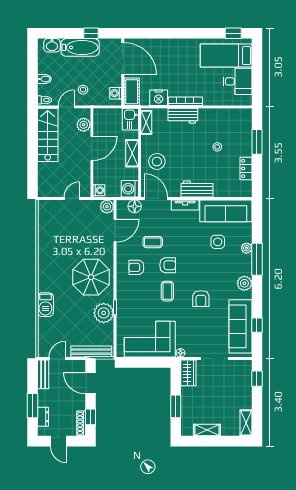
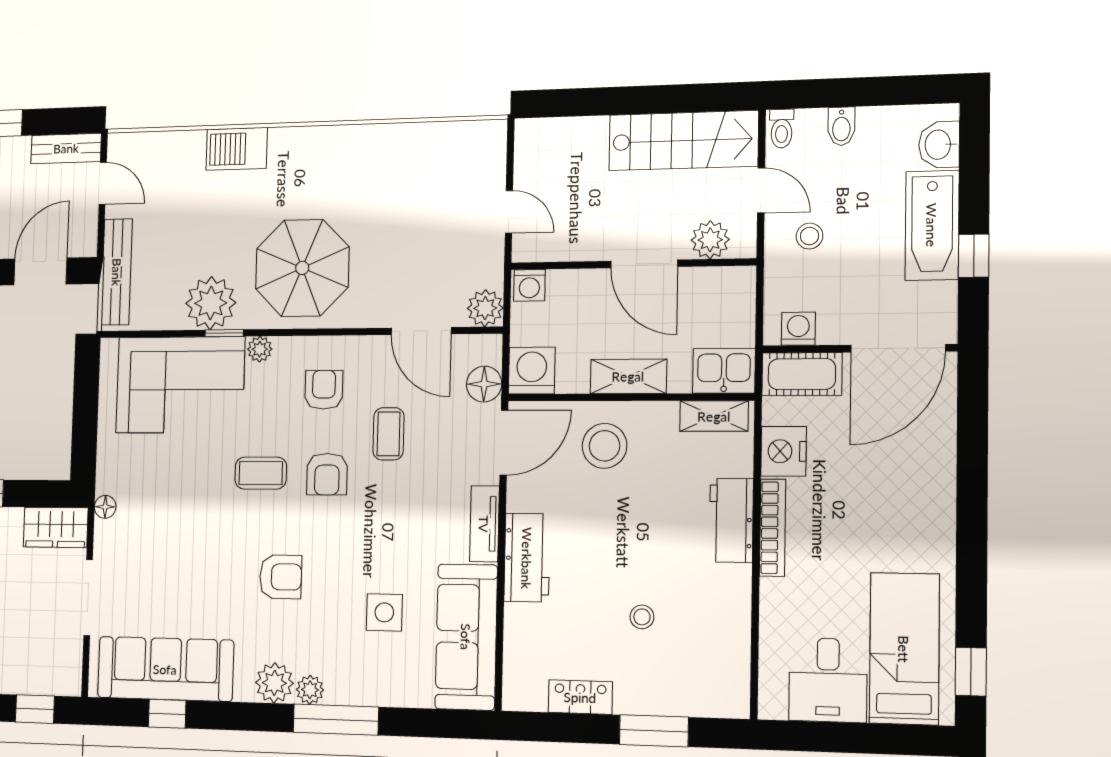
plant: (246, 248) -> (310, 690), moved
plant: (121, 293) -> (260, 349), added
armchair: (201, 299) -> (281, 577), moved, turned 180
corner sofa: (150, 339) -> (180, 385), moved, turned 90

